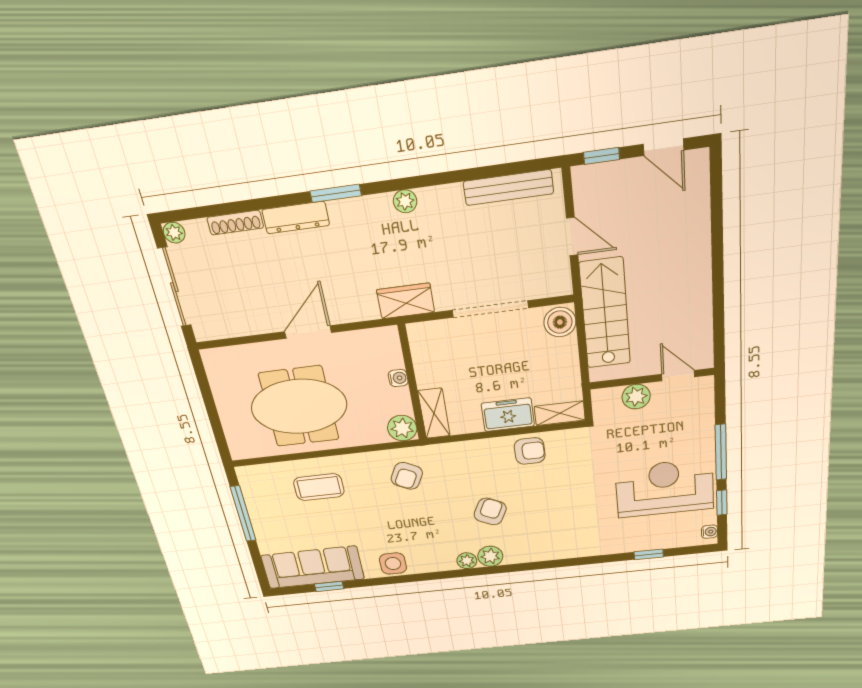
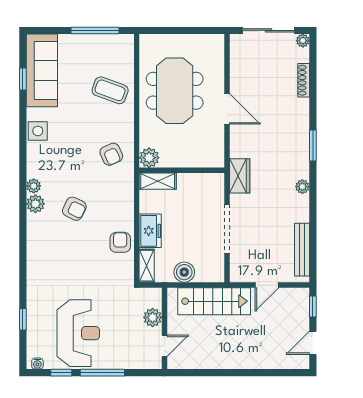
dresser: (296, 218) -> (302, 118), removed
boiler: (560, 322) -> (184, 272), moved
water cooler: (398, 378) -> (187, 162), removed
armchair: (530, 451) -> (120, 242), turned 180
armchair: (407, 476) -> (111, 154), turned -141
coffee table: (319, 487) -> (110, 90), turned -70

